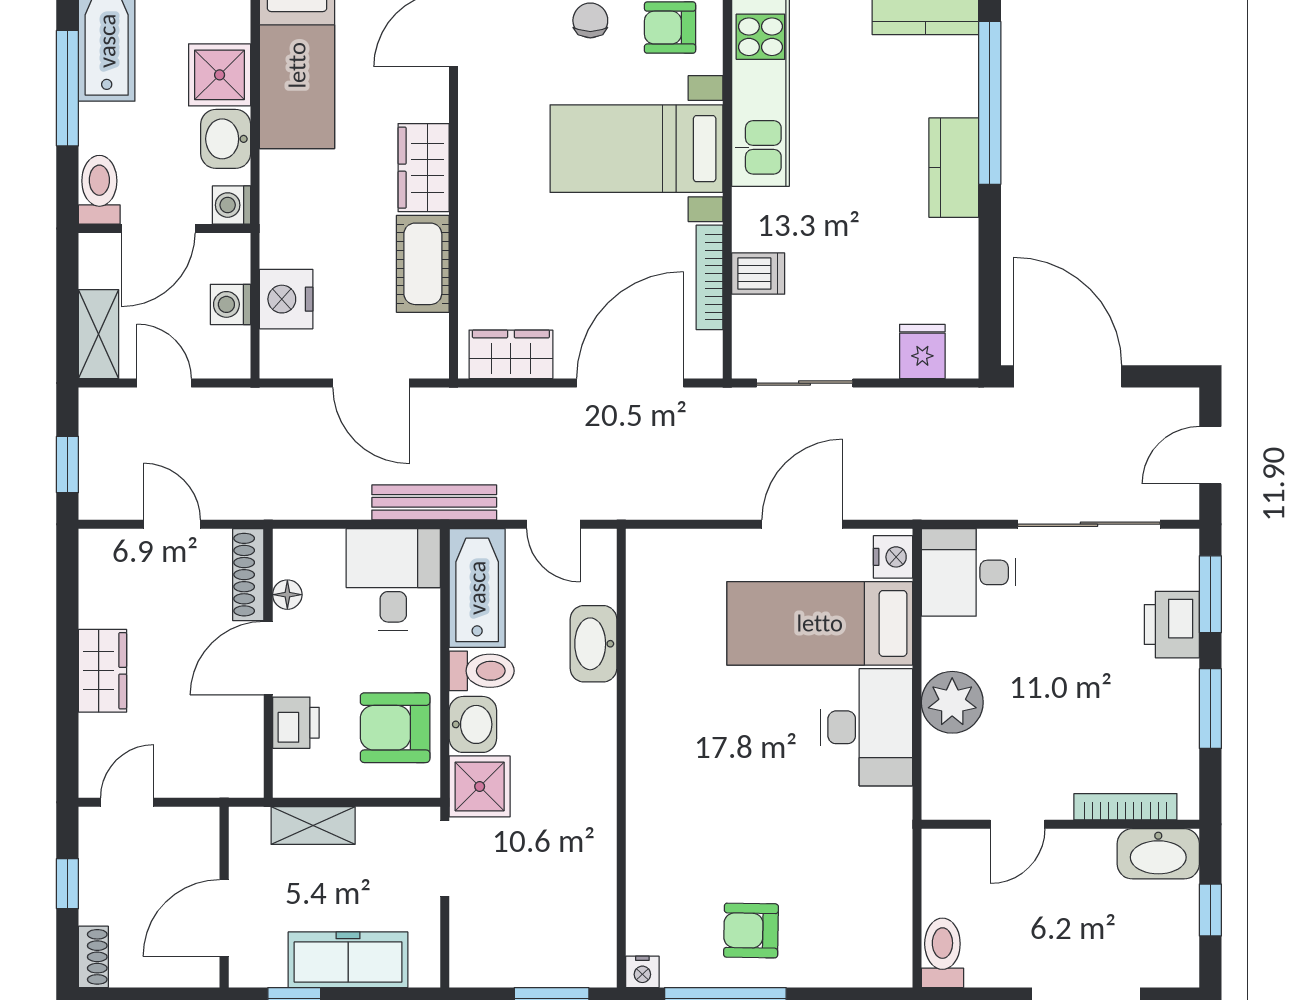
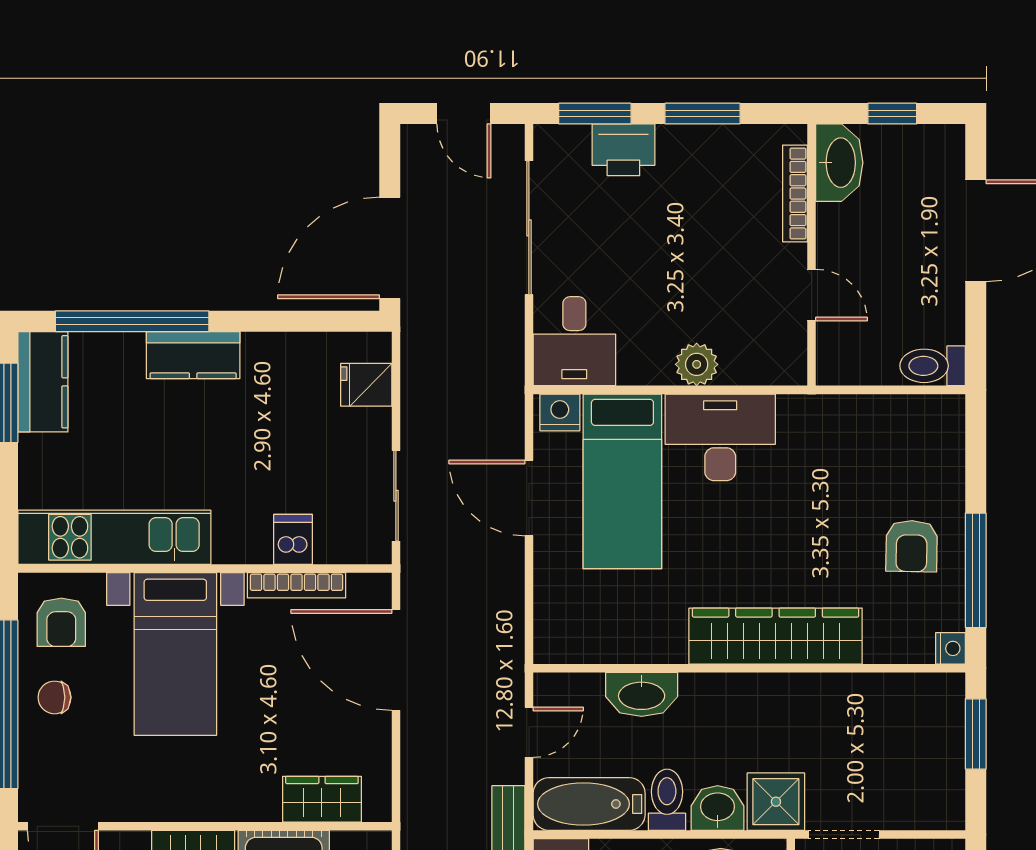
wardrobe: (511, 354) -> (322, 799), moved, turned 90
plant: (952, 702) -> (697, 364), width x0.73, depth x0.73
wardrobe: (655, 786) -> (776, 636), added

